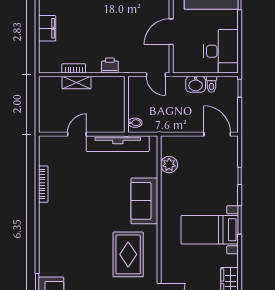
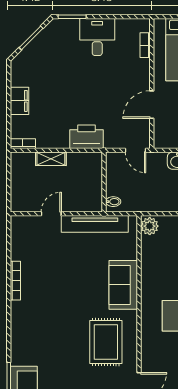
printer: (110, 65) -> (86, 137), width x1.87, depth x1.48
bookcase: (74, 68) -> (23, 144), moved
plant: (169, 165) -> (150, 226), moved
bookcase: (43, 184) -> (15, 281), moved

